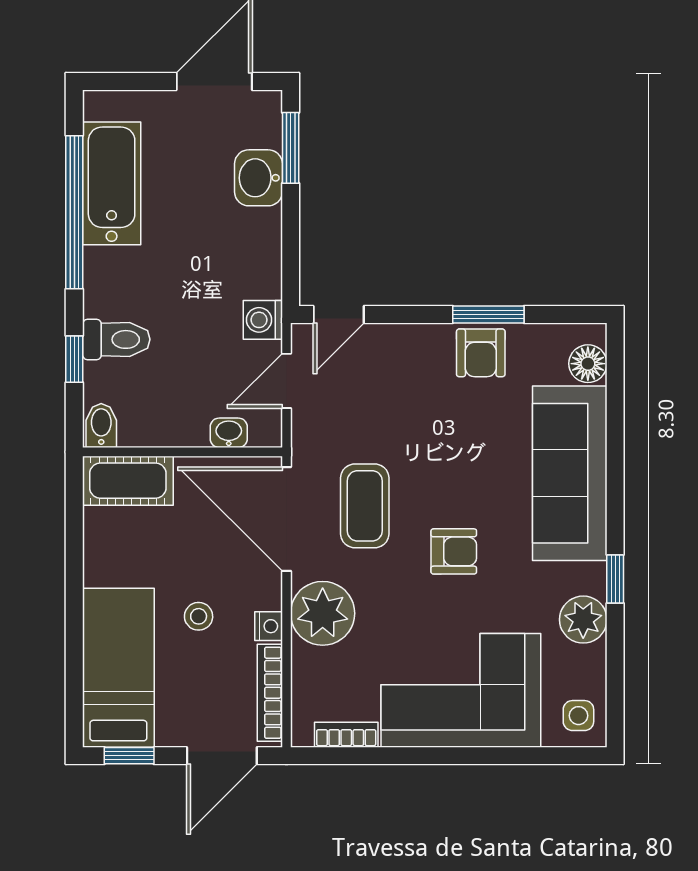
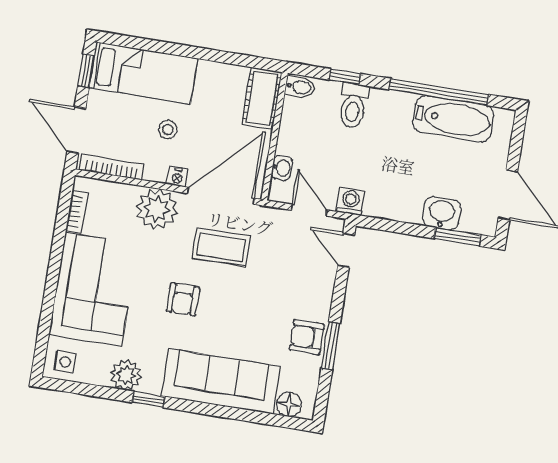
nightstand: (269, 626) -> (177, 177), moved

